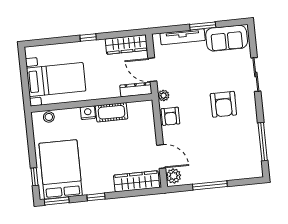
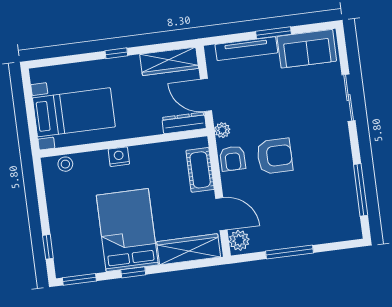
armchair: (223, 104) -> (275, 156), moved, turned -90
cot: (111, 112) -> (200, 170), moved, turned 90
bed: (61, 169) -> (127, 230), moved

